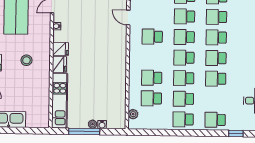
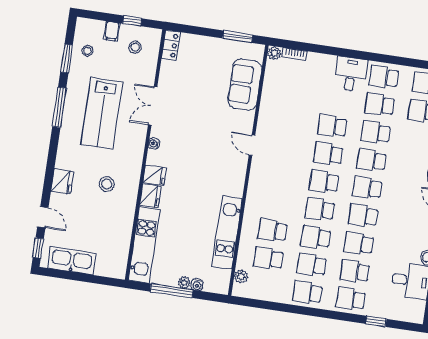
school desk: (152, 37) -> (355, 271), moved
kitchen unit: (119, 84) -> (227, 232), added

